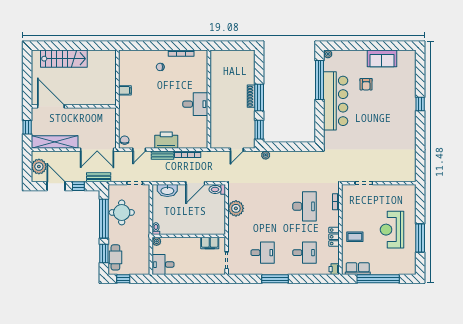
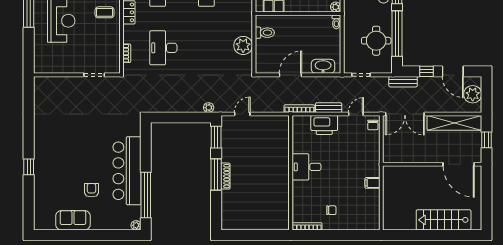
wall: (209, 99) -> (291, 173), moved
desk: (195, 104) -> (306, 167), moved
double door: (97, 150) -> (405, 114), swing flipped
toilet: (217, 189) -> (265, 33), moved

